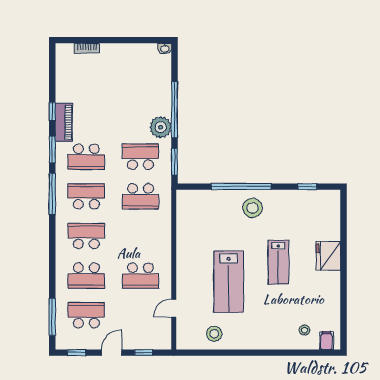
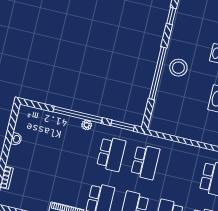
washbasin: (165, 49) -> (16, 139), moved
plant: (161, 127) -> (87, 125), width x0.53, depth x0.53
school desk: (140, 157) -> (111, 154), turned 180

